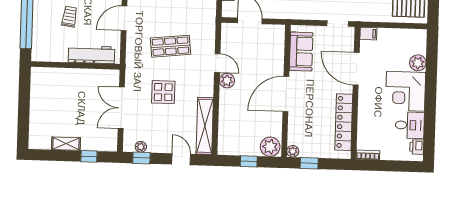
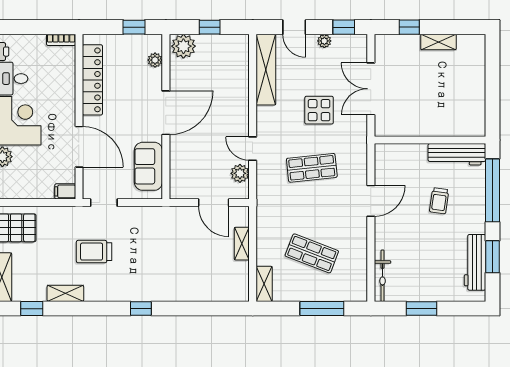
workbench: (91, 55) -> (457, 154), moved
plant: (227, 81) -> (240, 173), moved
double door: (121, 108) -> (371, 89), swing flipped
plant: (141, 147) -> (324, 41), moved
plant: (293, 151) -> (155, 60), moved

